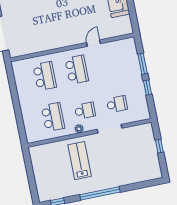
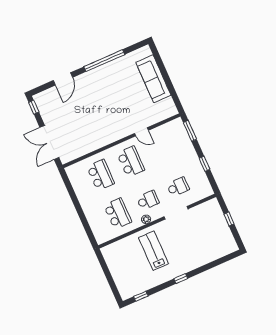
door: (93, 43) -> (141, 132), swing flipped
window: (143, 64) -> (190, 131), moved
window: (100, 193) -> (181, 279), width x0.32

